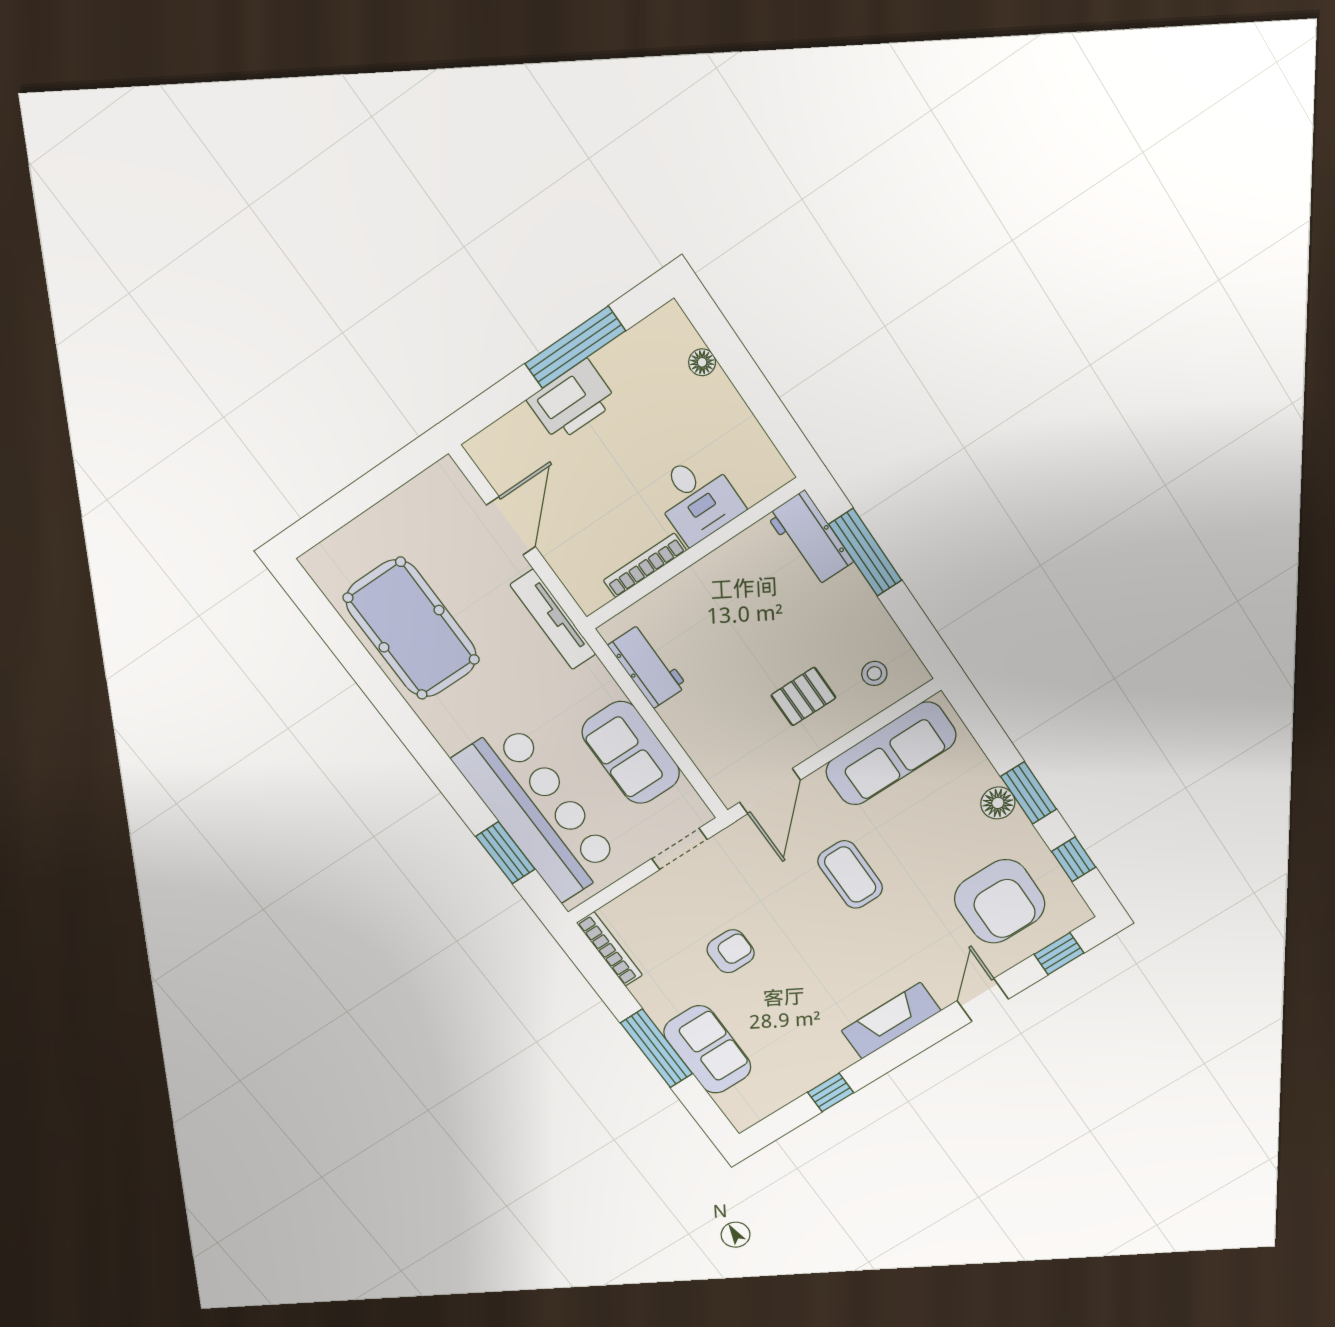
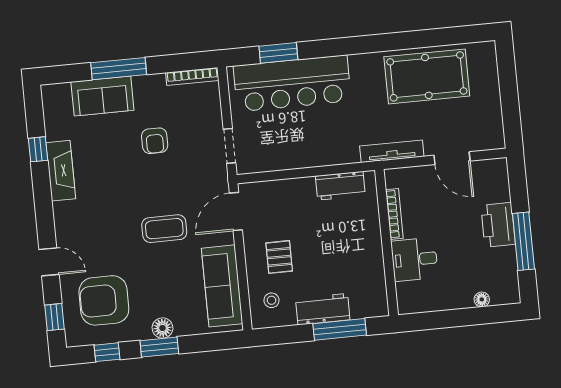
workbench: (810, 539) -> (323, 309), moved
sofa: (631, 753) -> (298, 151), removed
door: (770, 791) -> (236, 212), hinge flipped
fireplace: (891, 1021) -> (61, 171), moved

